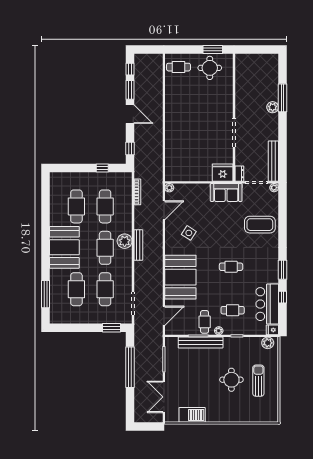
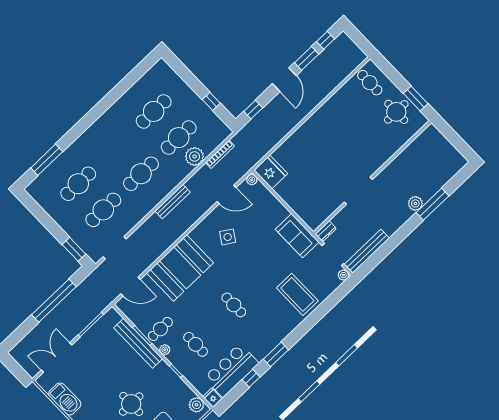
fridge: (223, 173) -> (271, 172), moved
plant: (125, 241) -> (195, 156), moved
booth: (64, 247) -> (106, 136), removed

